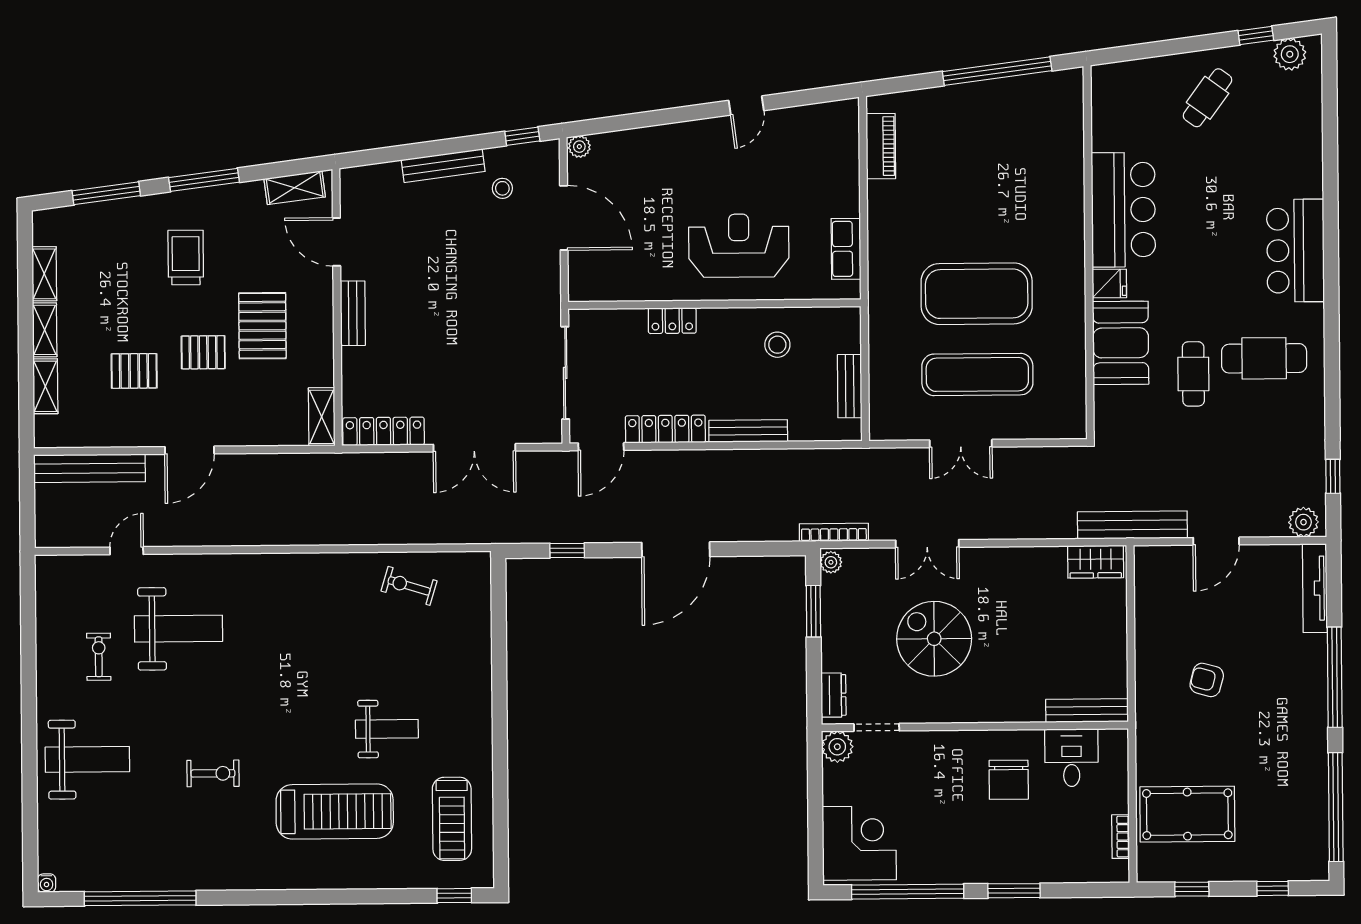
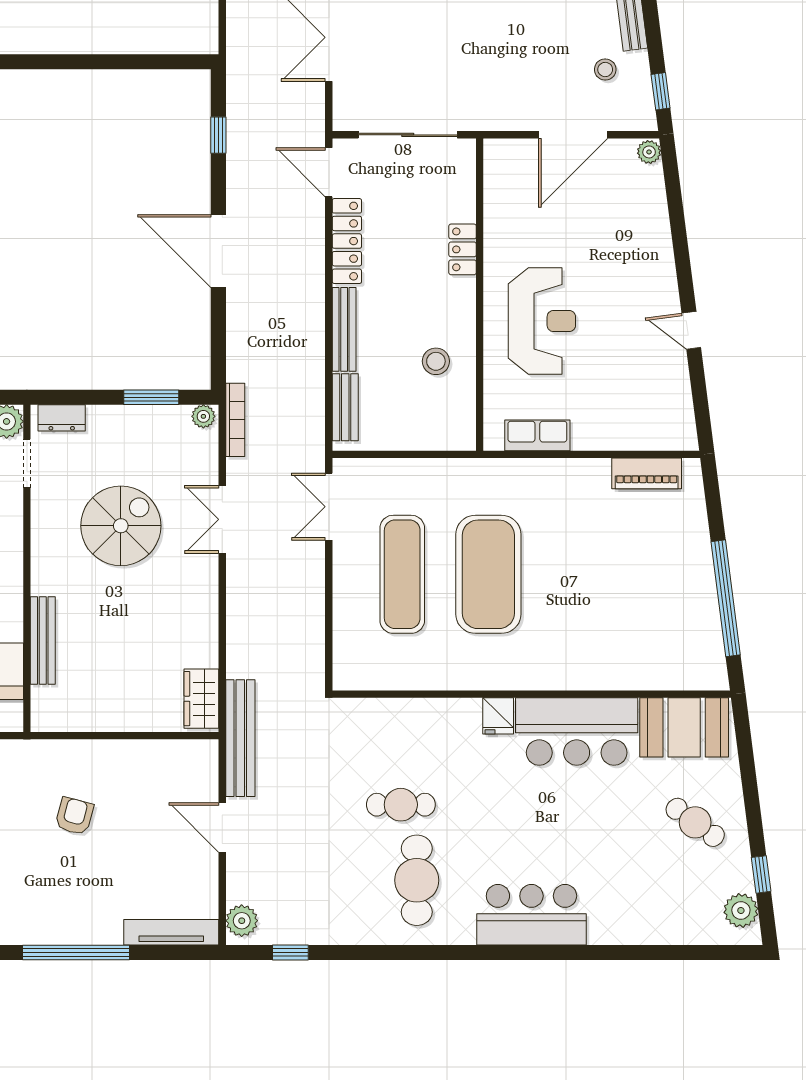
booth: (1121, 343) -> (684, 727), moved
bench: (850, 386) -> (345, 407), moved, turned 90
double door: (961, 444) -> (329, 507), moved
bench: (1087, 711) -> (43, 641), moved

